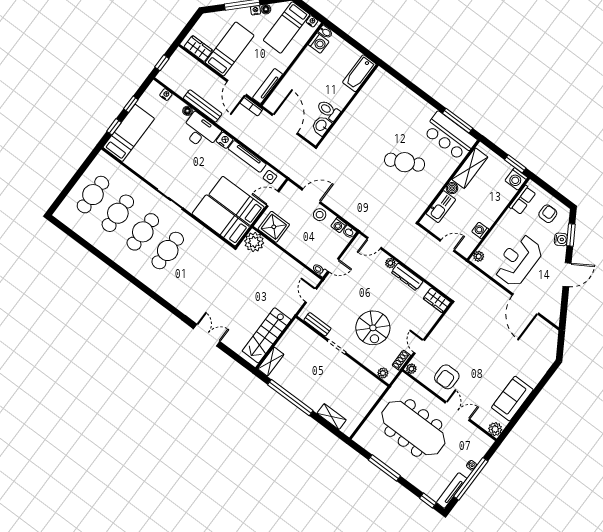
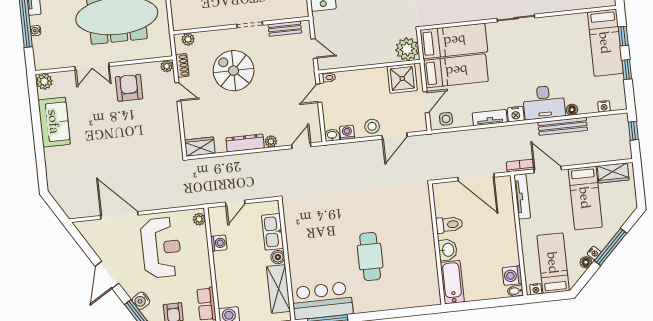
washbasin: (321, 126) -> (448, 250), moved
tv unit: (247, 156) -> (490, 118), width x0.71
cafe table: (405, 162) -> (370, 257), moved, turned -63

